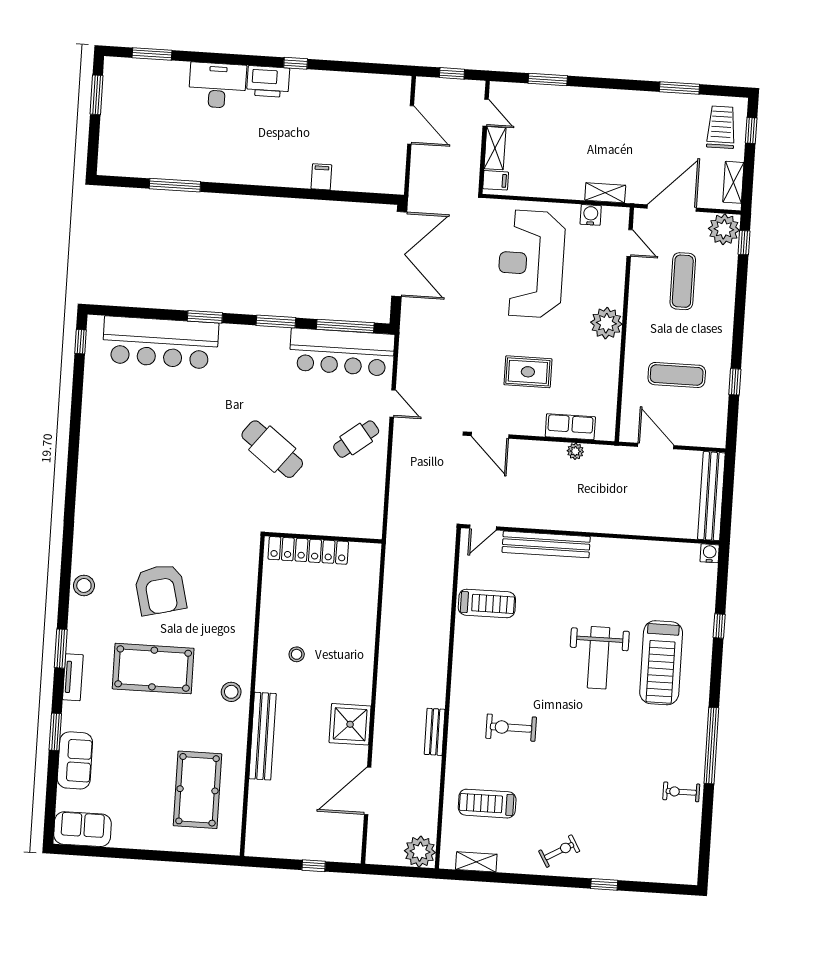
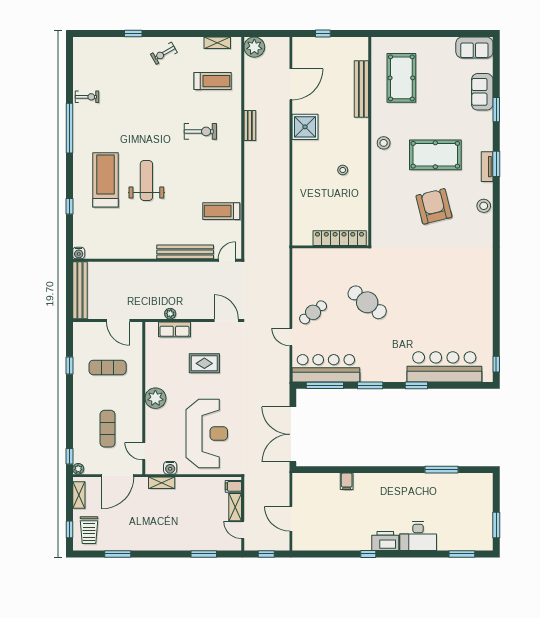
plant: (724, 229) -> (78, 469), width x0.53, depth x0.53
tv unit: (73, 677) -> (487, 167), moved
bench: (263, 736) -> (361, 89), moved

